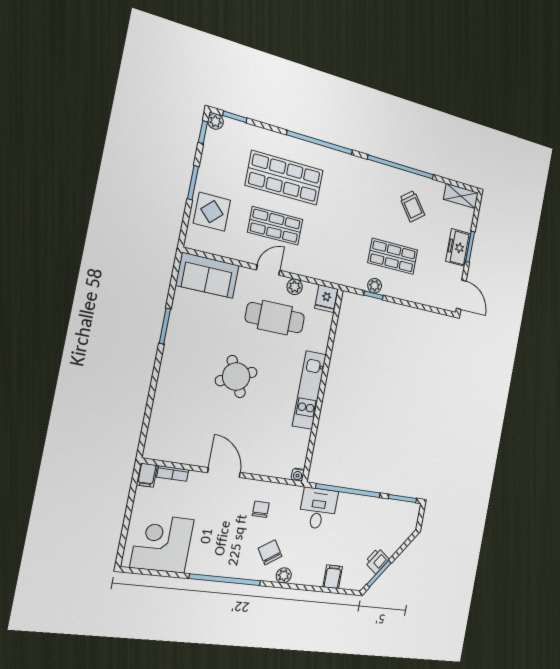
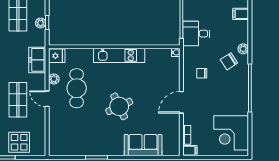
freezer: (326, 269) -> (37, 60), added
sofa: (207, 275) -> (143, 145), moved, turned -90

